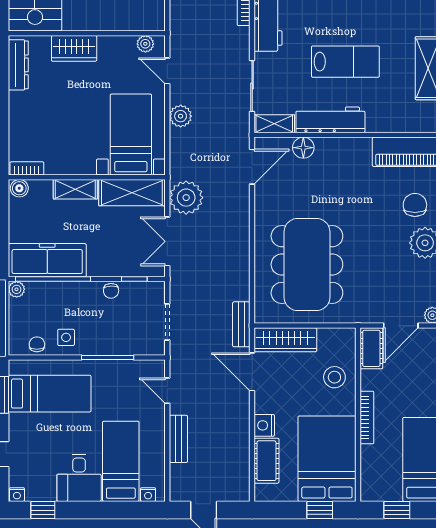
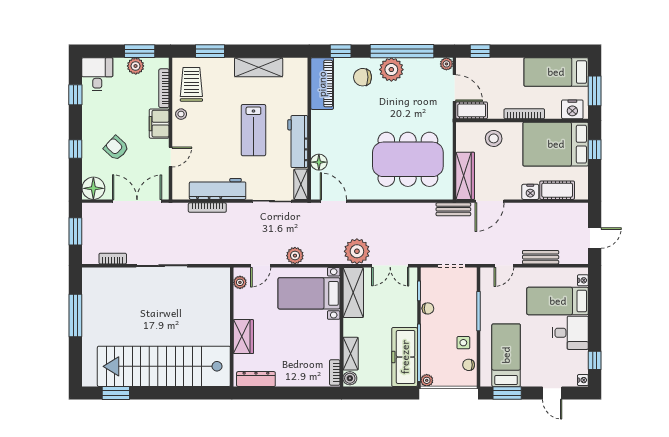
lab bench: (345, 62) -> (253, 130), turned 180
shelving: (75, 189) -> (351, 354), moved
nightstand: (373, 481) -> (572, 109), added
window: (397, 510) -> (595, 91), width x1.50

